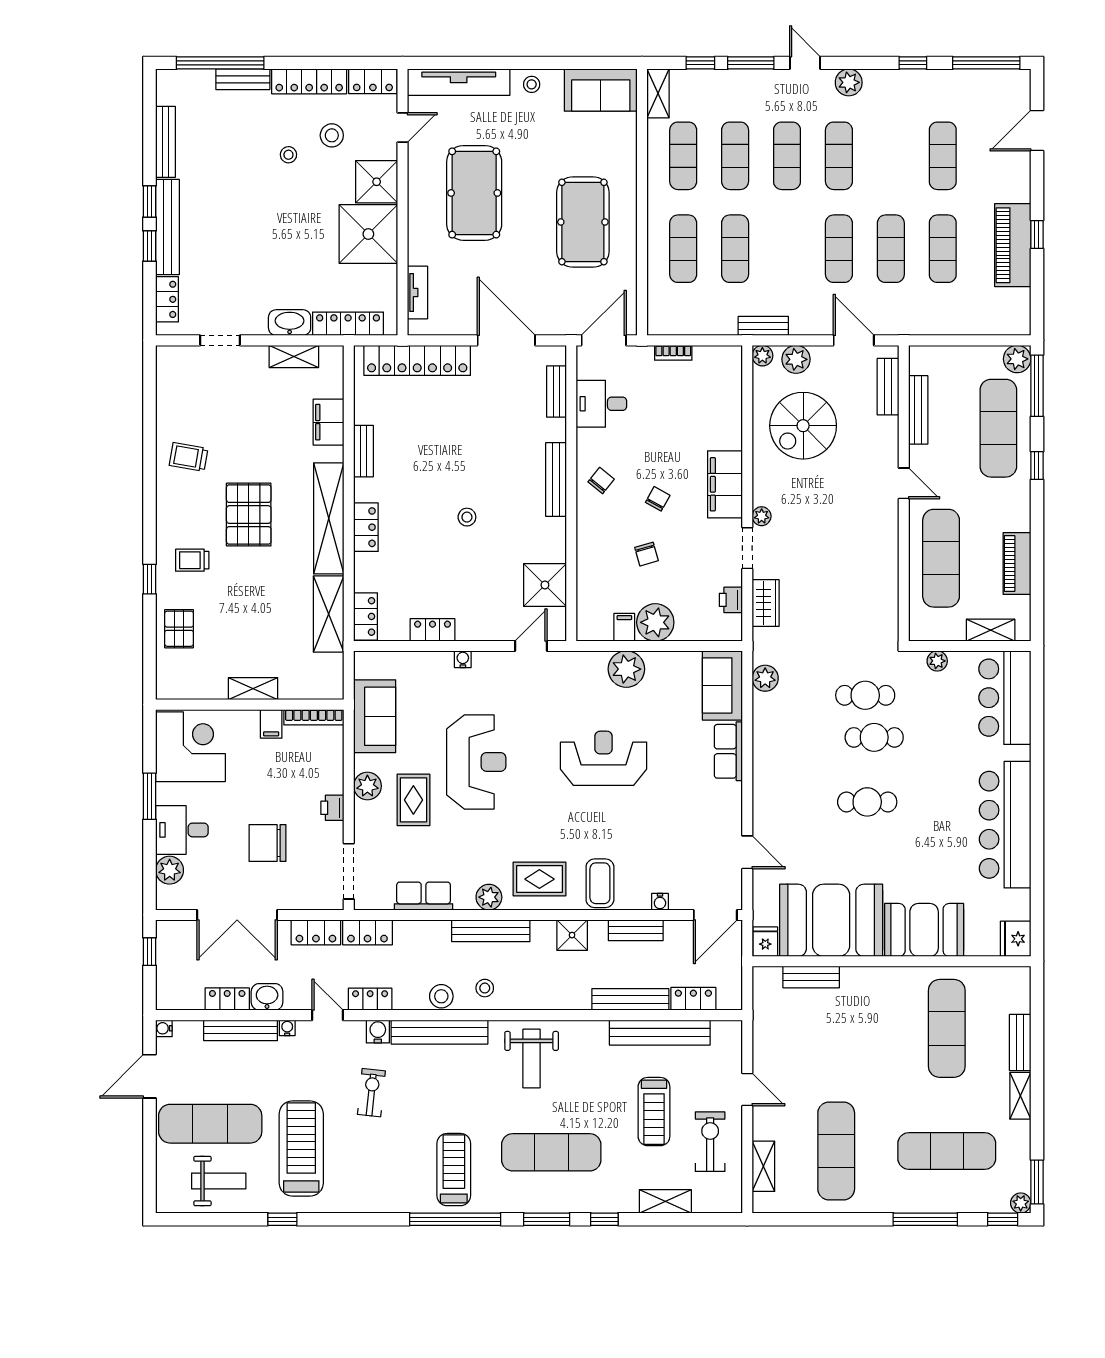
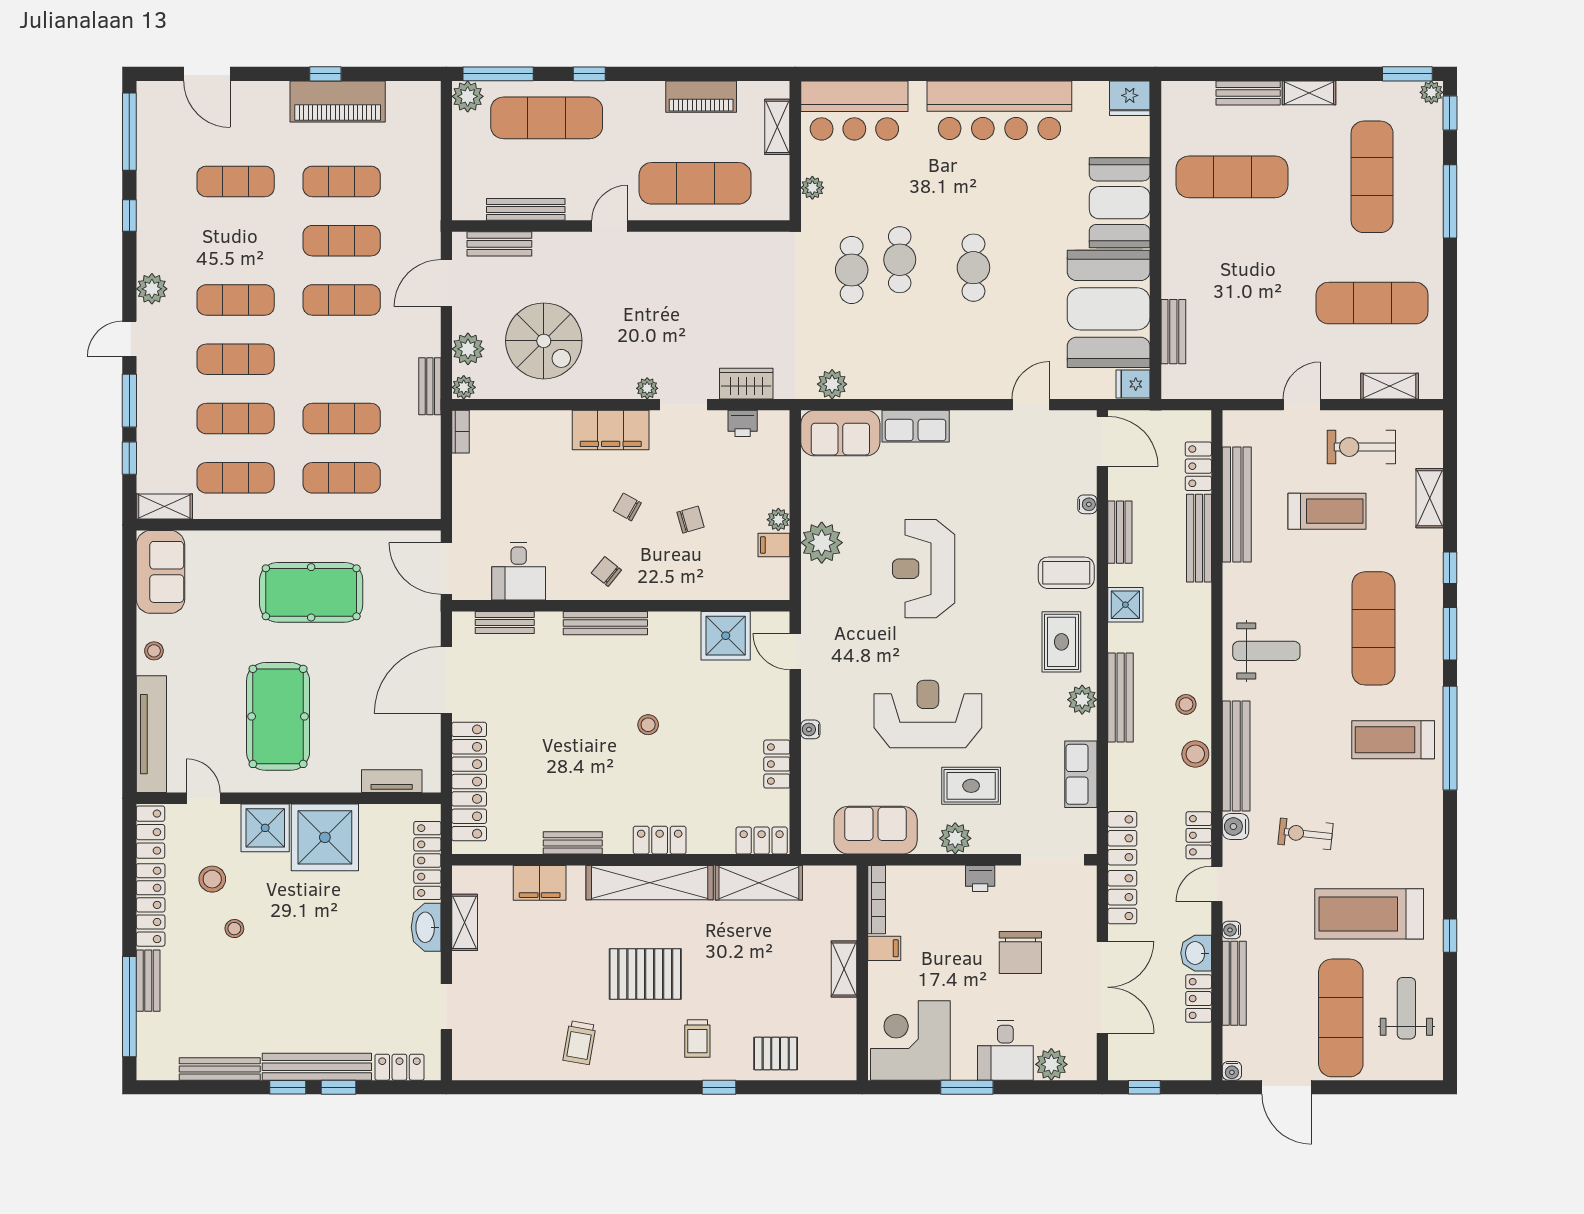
pool table: (474, 193) -> (278, 716), turned 90
bookcase: (673, 353) -> (460, 432), moved
plant: (655, 622) -> (778, 520), width x0.53, depth x0.53

